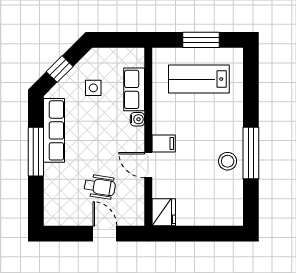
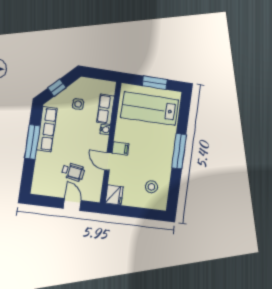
lab bench: (199, 79) -> (150, 109), width x1.36, depth x1.39
window: (251, 153) -> (179, 151), moved
stool: (228, 161) -> (151, 187), moved

